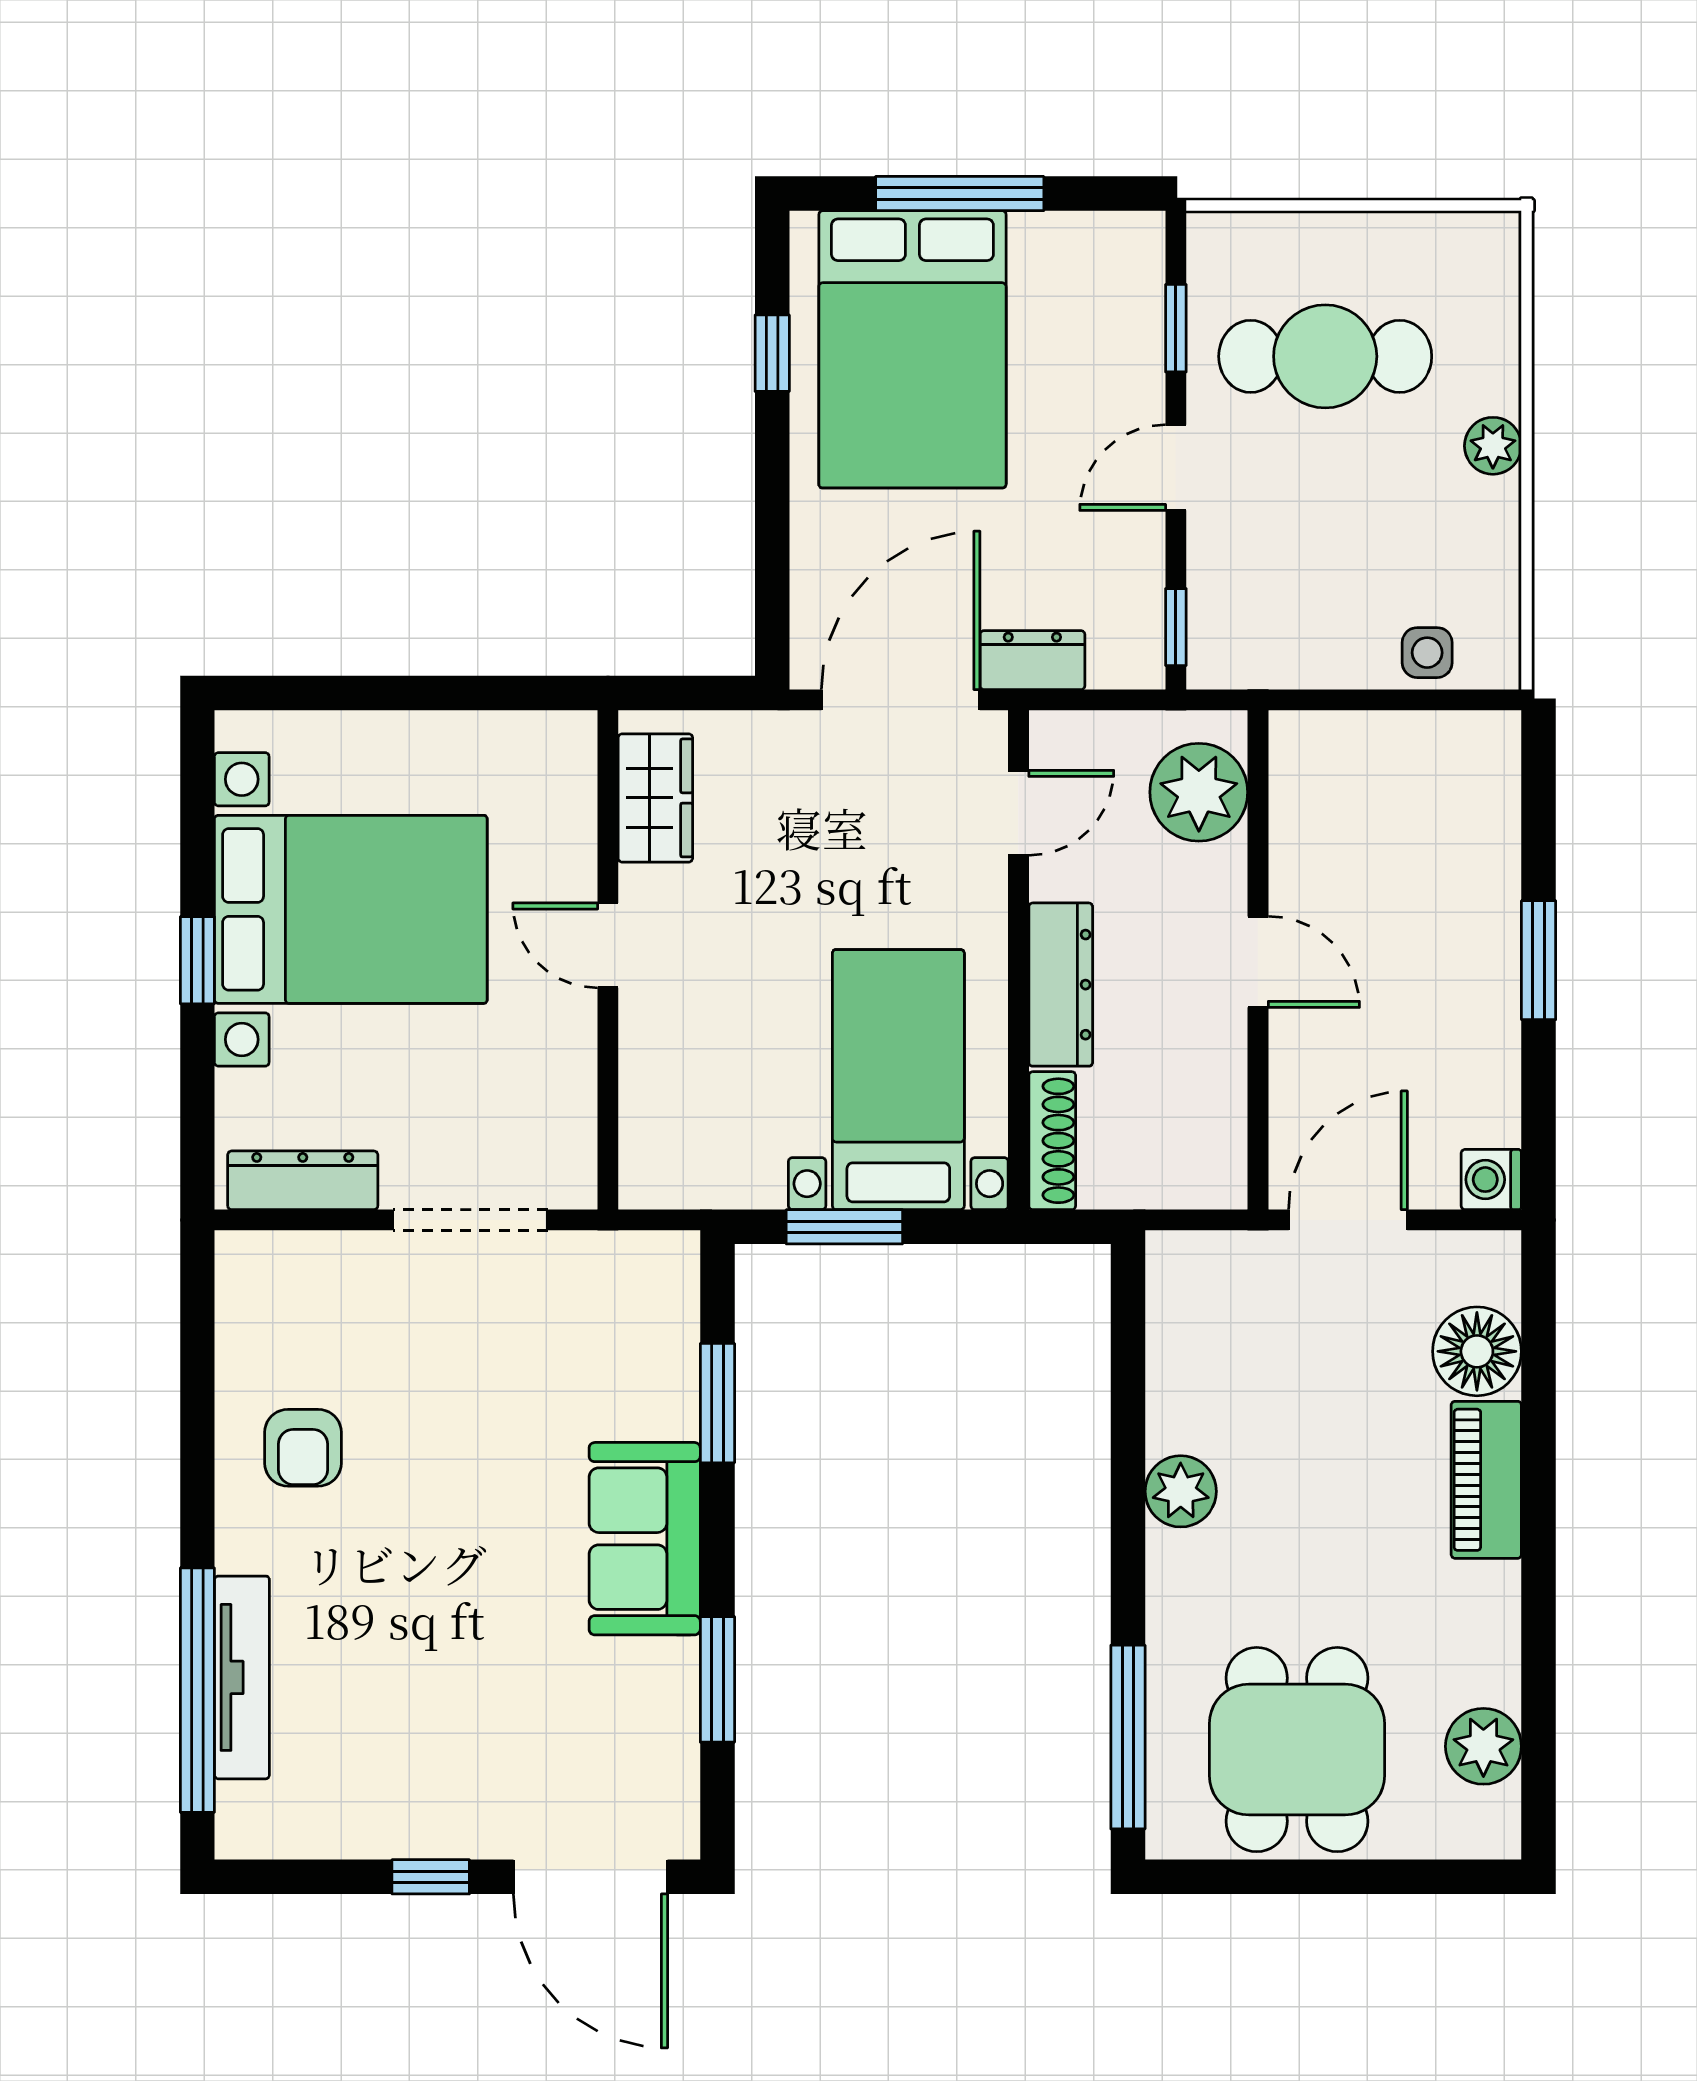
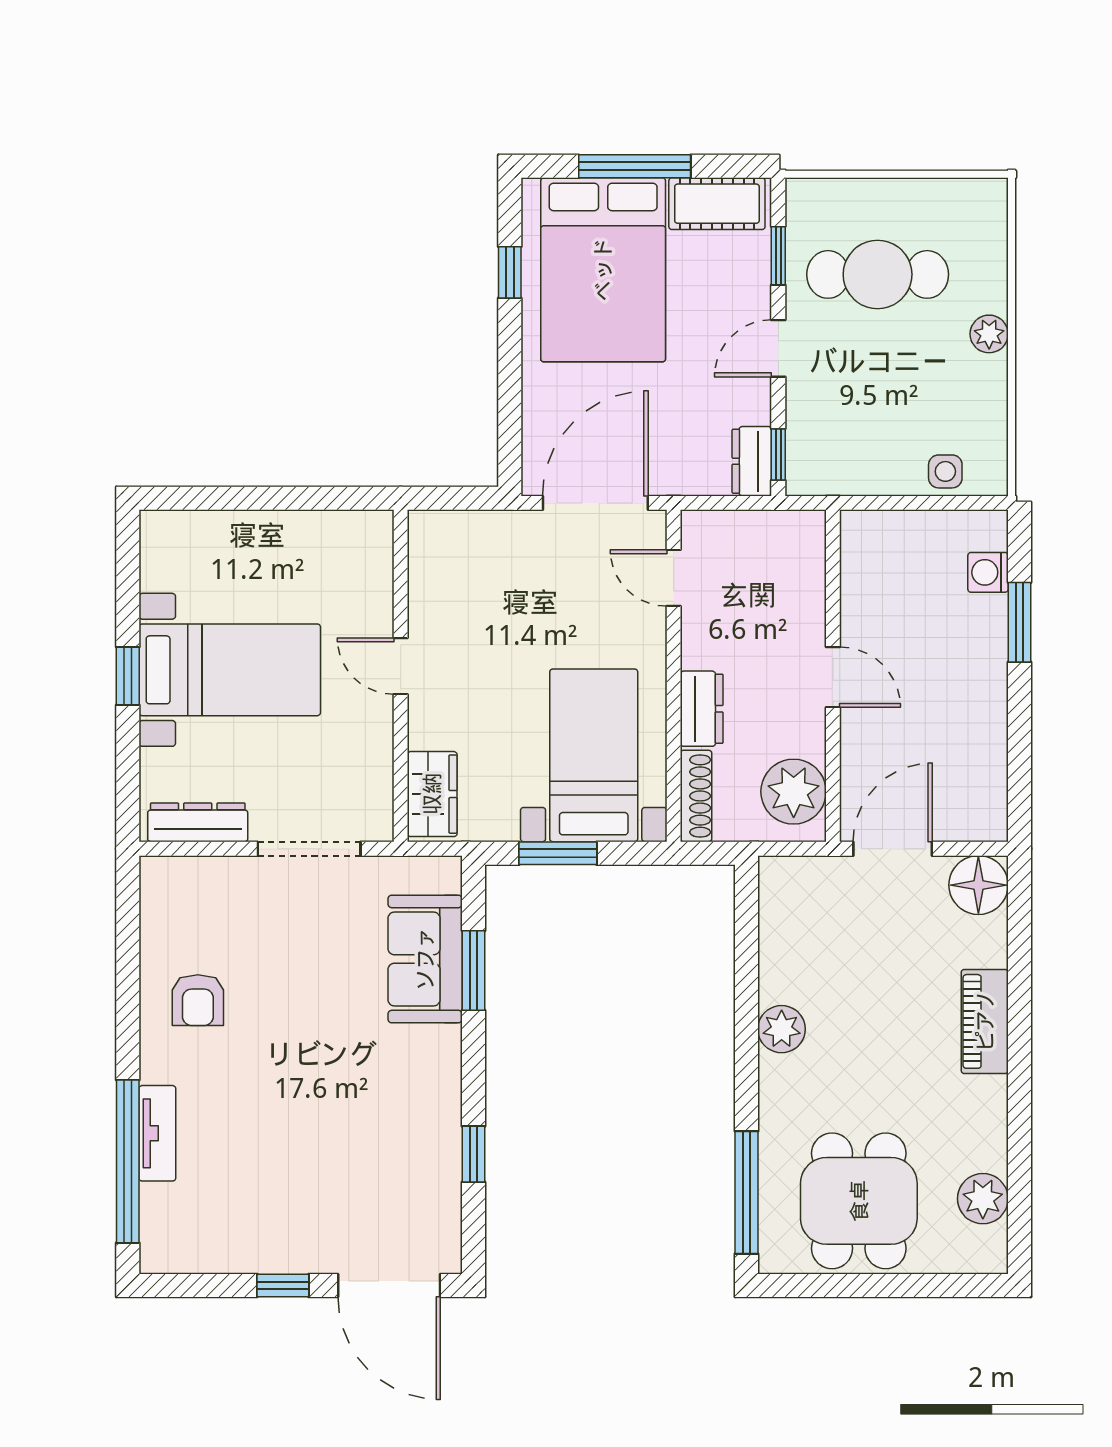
cot: (1084, 250) -> (717, 204), added
dresser: (1032, 660) -> (752, 461), moved, turned -90
plant: (1199, 792) -> (794, 792), moved
wardrobe: (655, 798) -> (432, 794), moved
door: (1018, 813) -> (674, 578), swing flipped
bed with nightstands: (351, 909) -> (230, 670), width x0.73
window: (1539, 960) -> (1019, 622), moved
dresser: (1061, 985) -> (702, 709), width x0.70
washing machine: (1491, 1180) -> (988, 572), moved
floor lamp: (1477, 1351) -> (978, 885), moved
sofa: (645, 1539) -> (425, 959), moved
tv unit: (242, 1677) -> (157, 1133), width x0.71
window: (717, 1679) -> (473, 1154), width x0.67

